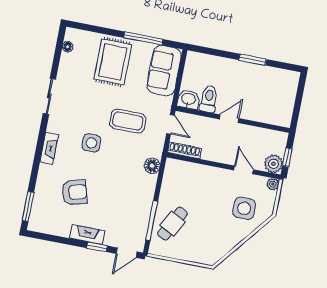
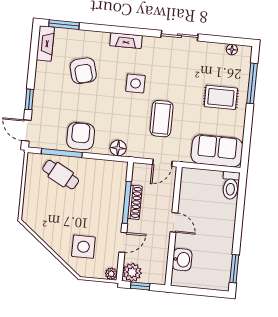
window: (143, 38) -> (252, 83), moved
window: (253, 60) -> (234, 269), moved
rug: (113, 62) -> (221, 97), width x0.73, depth x0.70
washbasin: (189, 99) -> (182, 260), moved
toilet: (209, 99) -> (231, 185), moved, turned 90
shoe rack: (184, 150) -> (135, 202), moved
window: (205, 162) -> (127, 202), added
armchair: (137, 201) -> (81, 136), added
fireplace: (87, 235) -> (45, 43), moved

